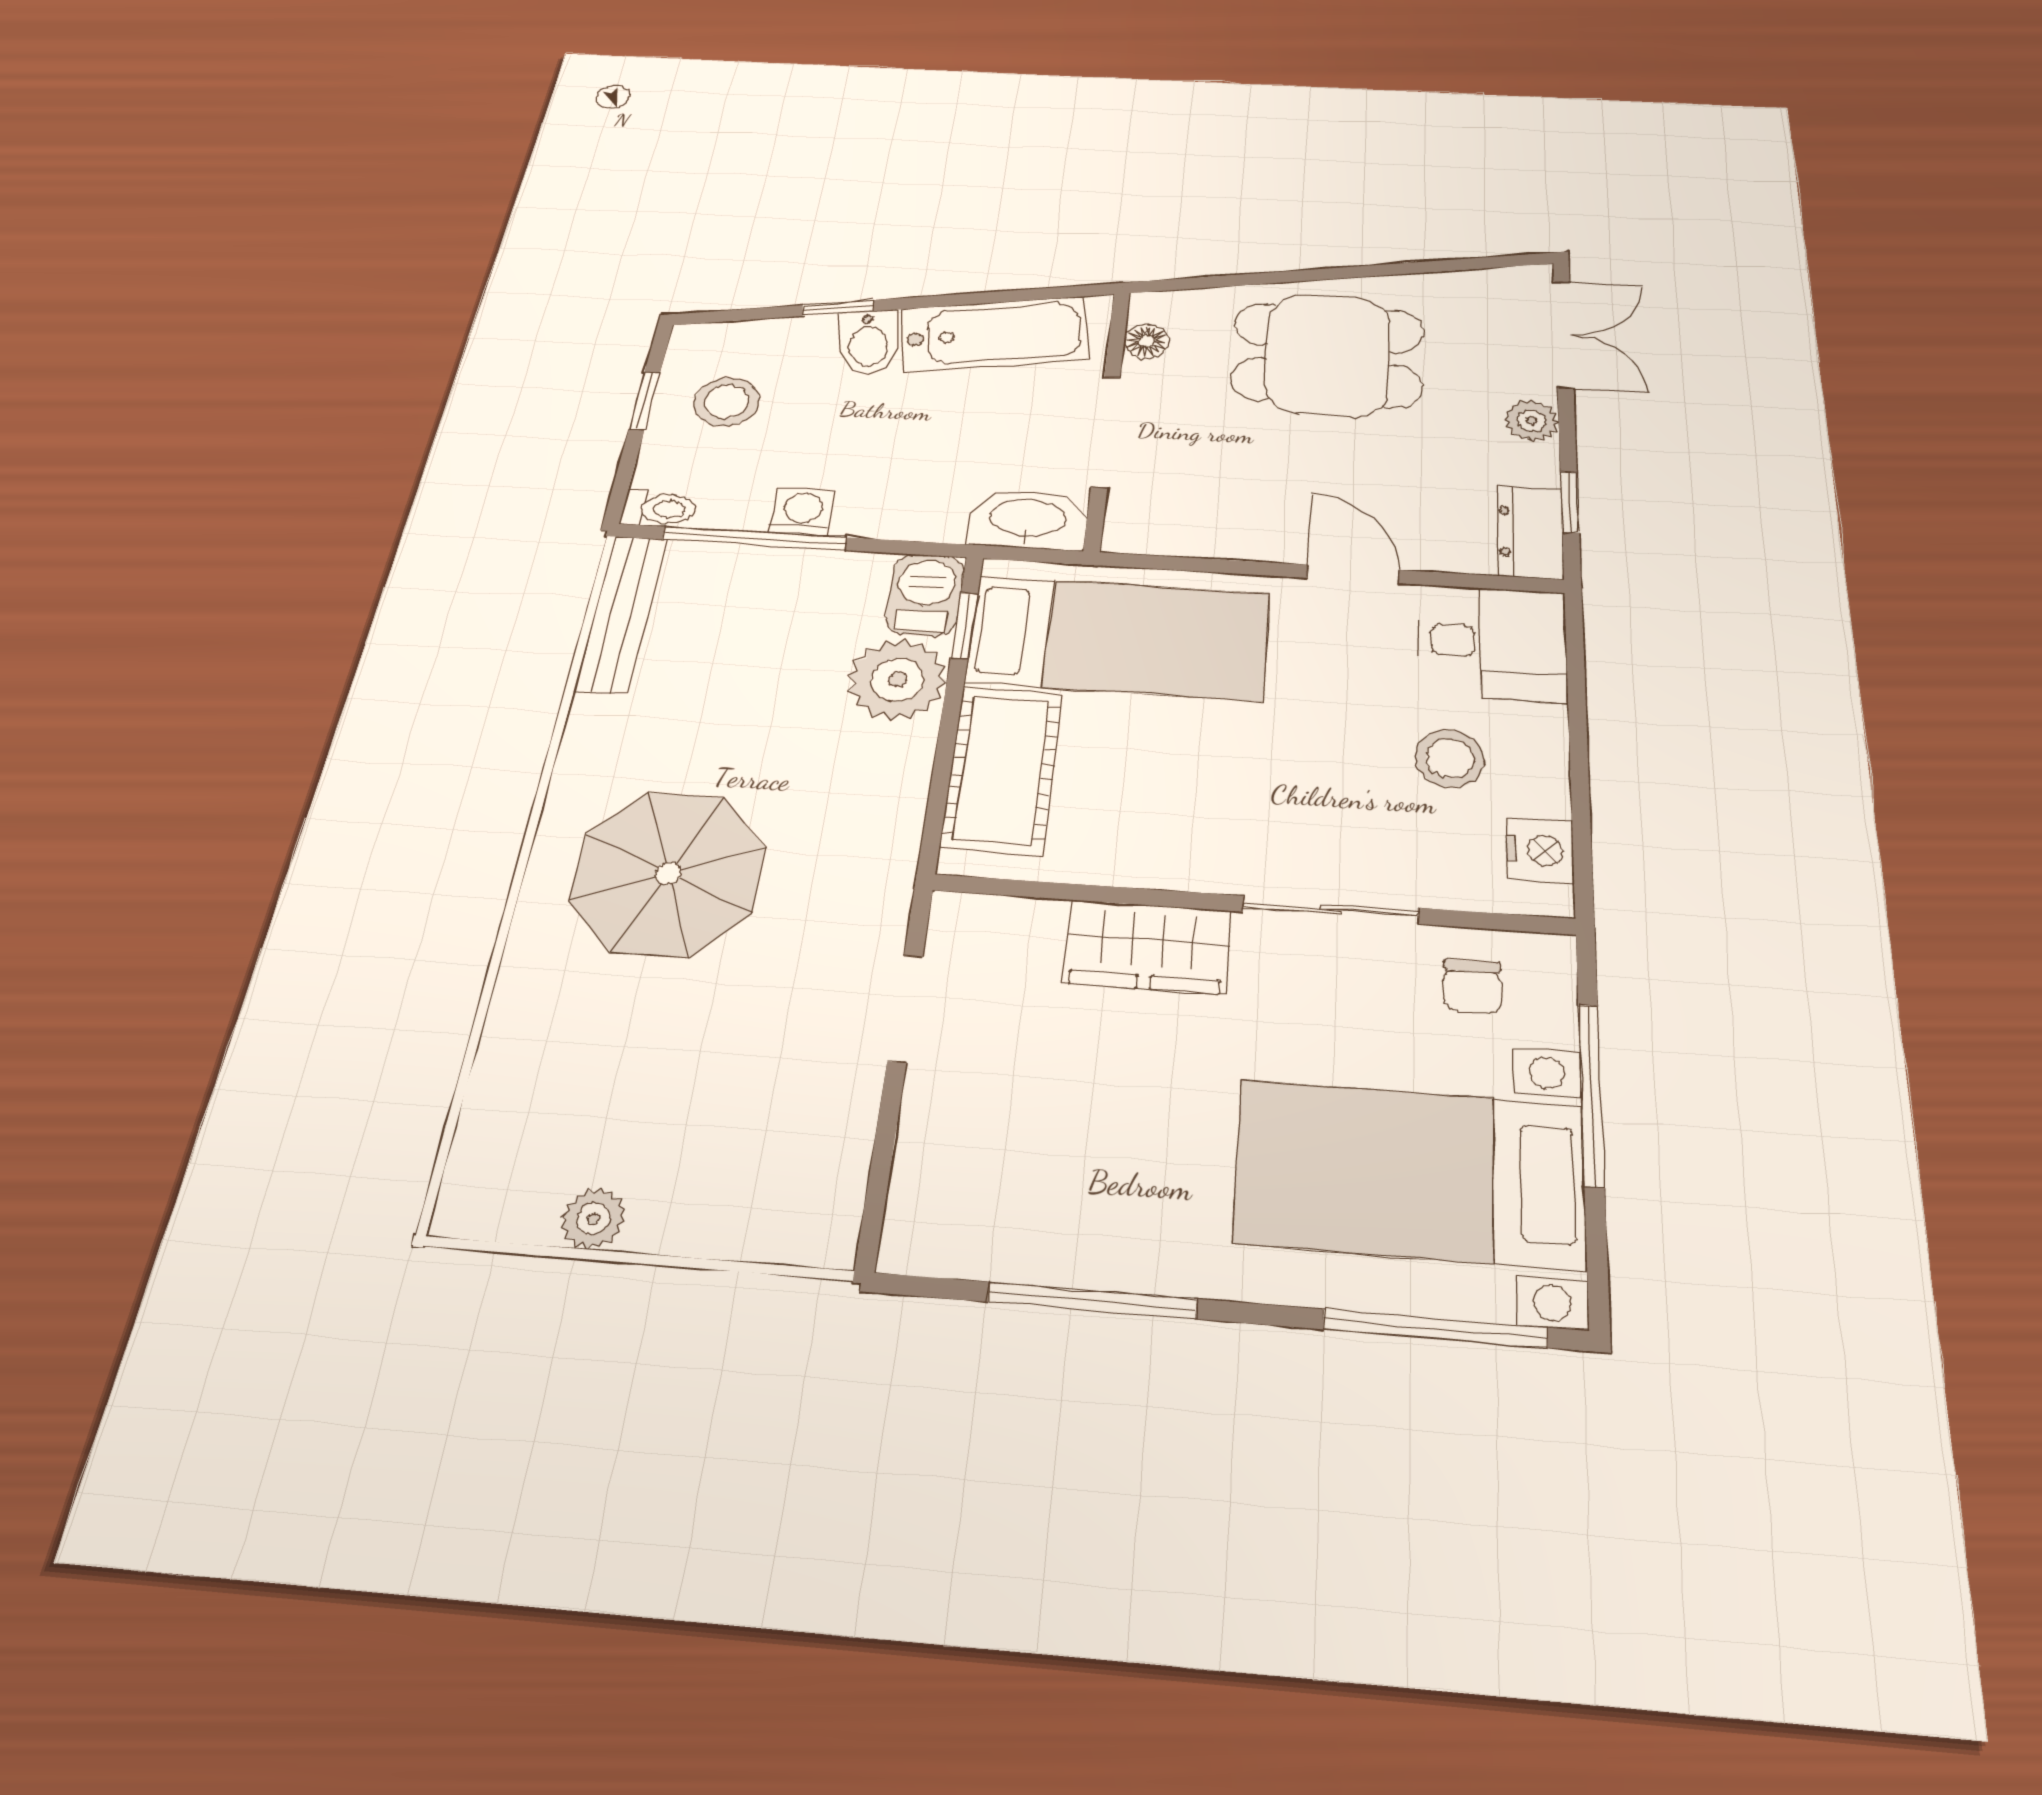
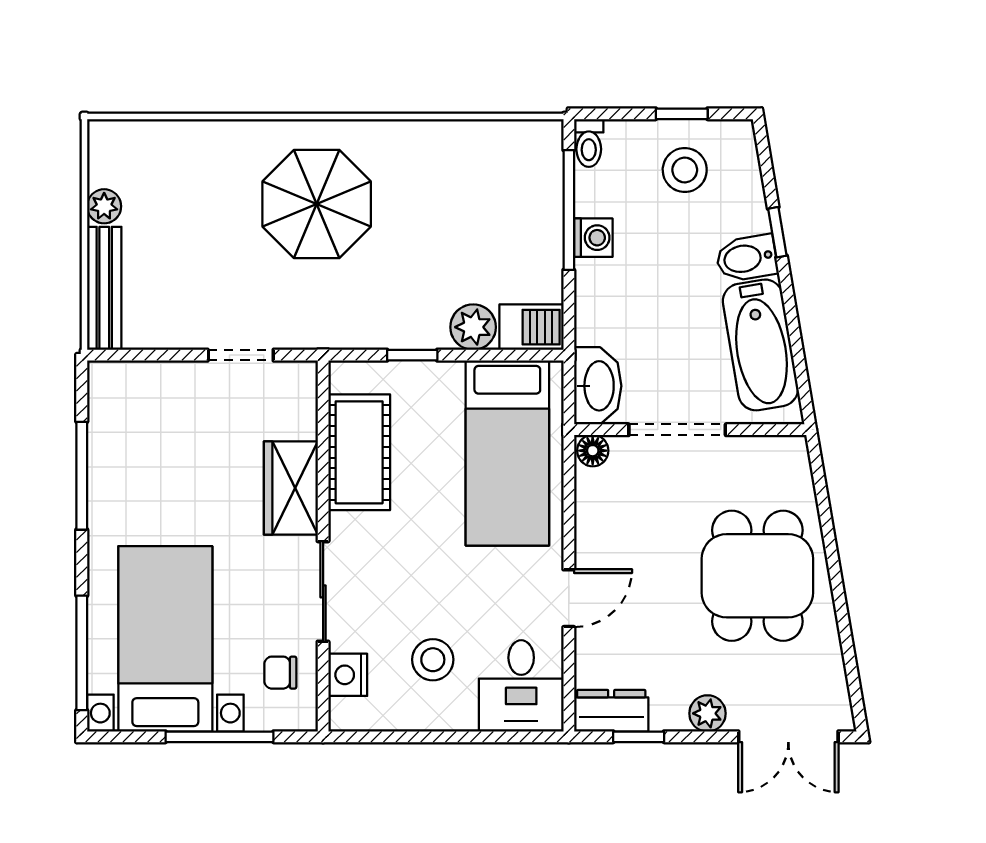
floor lamp: (1147, 341) -> (593, 451), moved
bench: (621, 614) -> (104, 288), moved, turned 90
window: (964, 626) -> (412, 355), moved
plant: (897, 679) -> (473, 327), width x0.73, depth x0.73
cot: (1002, 769) -> (359, 452), moved, turned 90
nightstand: (1540, 850) -> (348, 675), moved, turned 90

